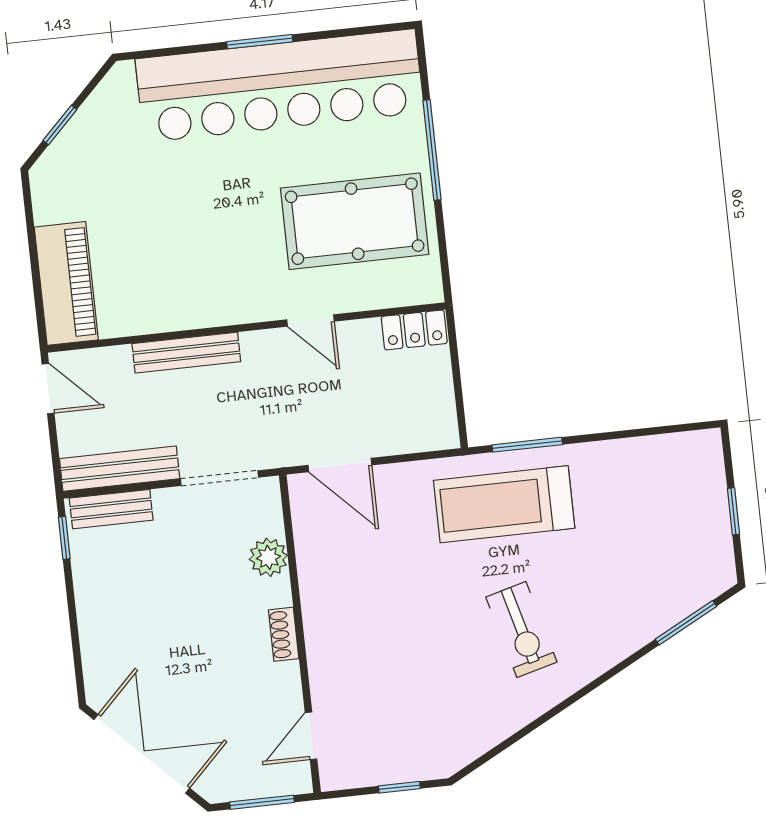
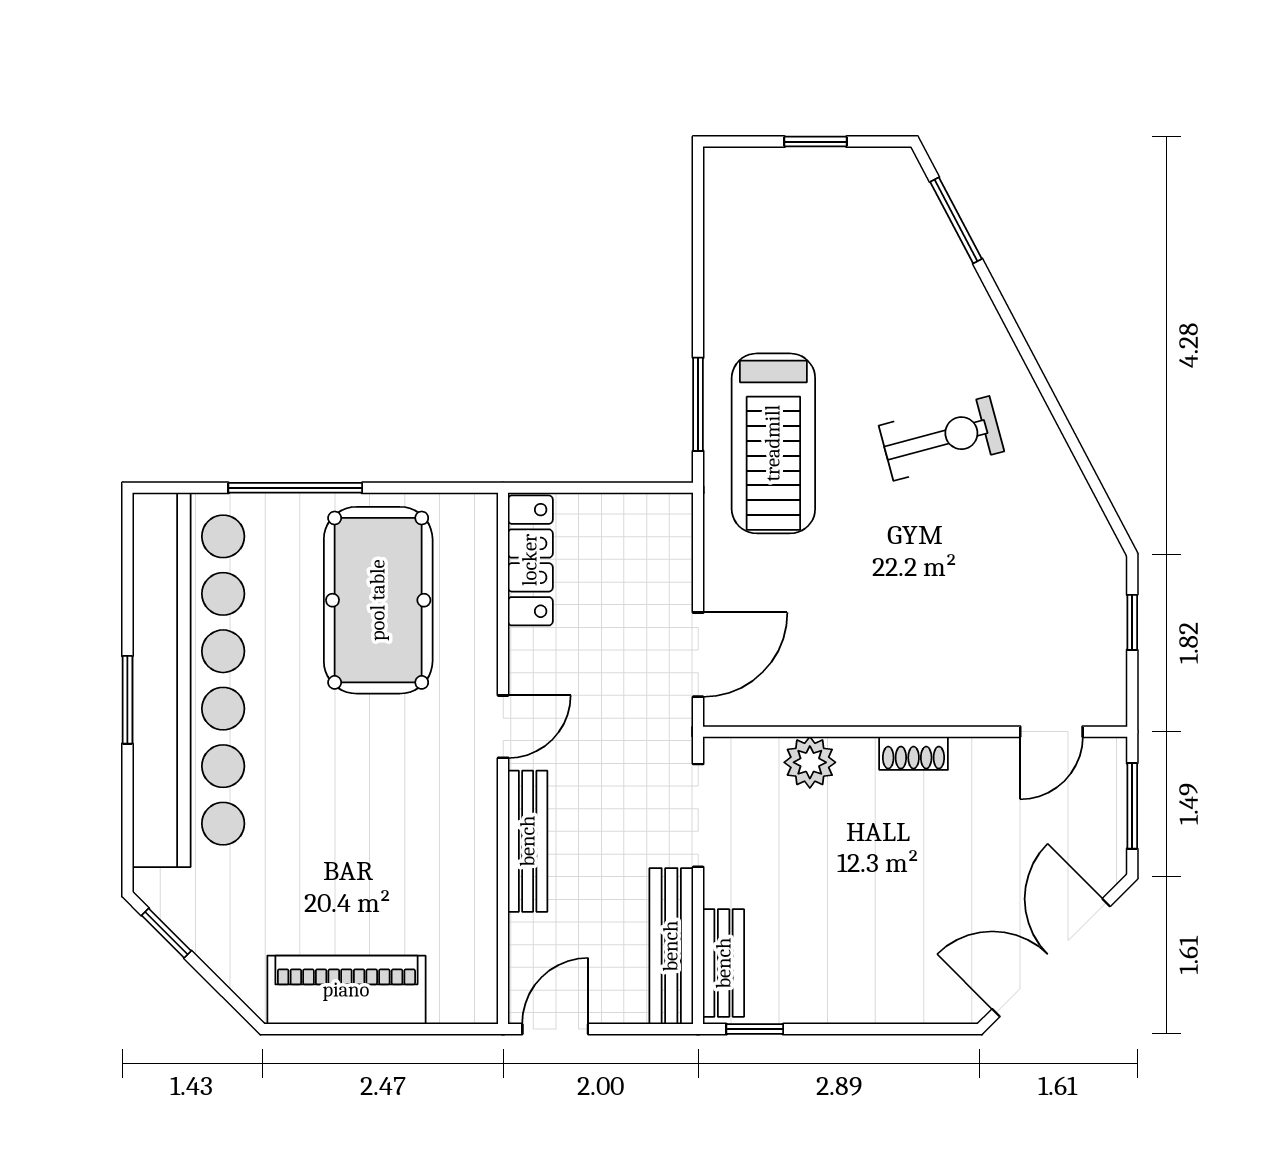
window: (60, 125) -> (166, 933), moved
piano: (66, 283) -> (346, 990), moved
door: (311, 321) -> (503, 727), moved
locker: (414, 330) -> (530, 560), width x1.53
door: (311, 736) -> (1051, 732), hinge flipped

